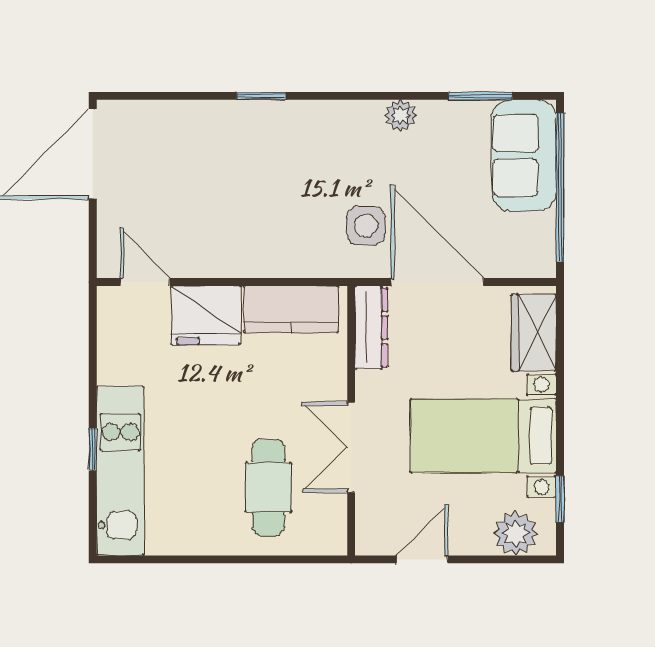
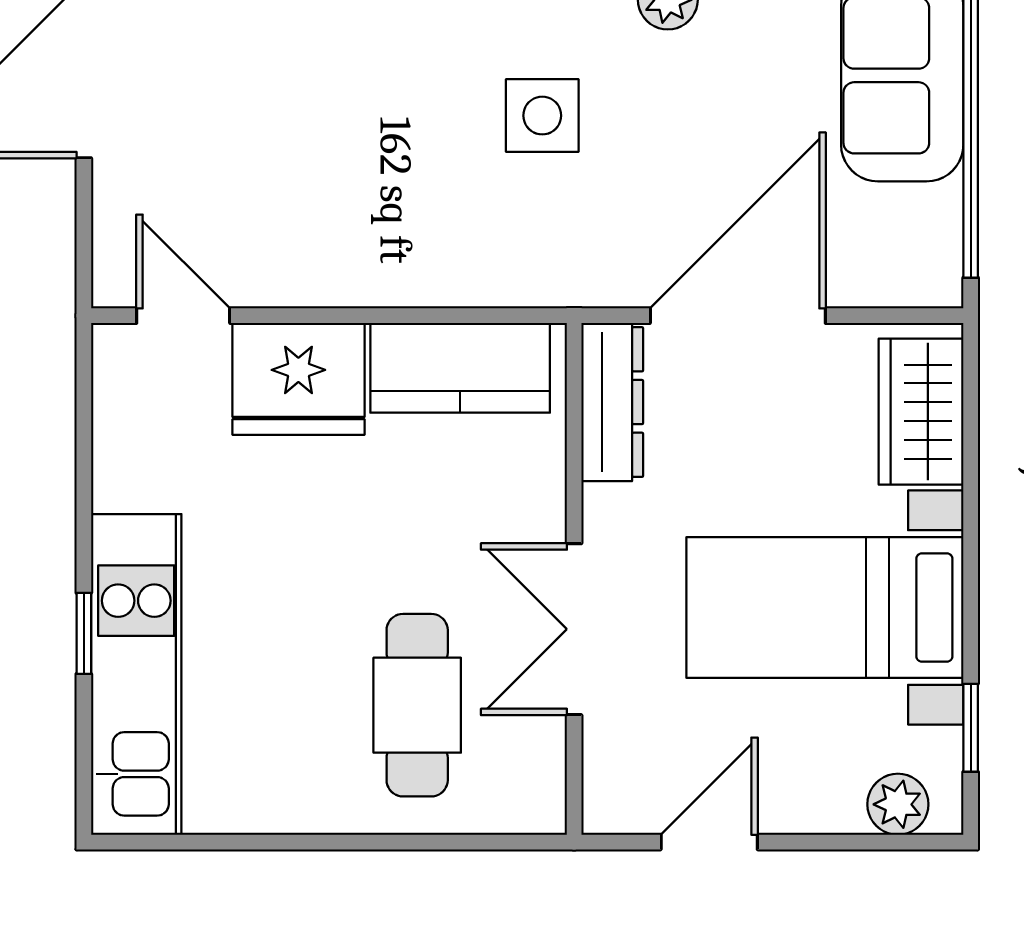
side table: (366, 226) -> (542, 116), moved
door: (437, 282) -> (738, 316), hinge flipped
plant: (516, 533) -> (898, 804), width x0.73, depth x0.73

